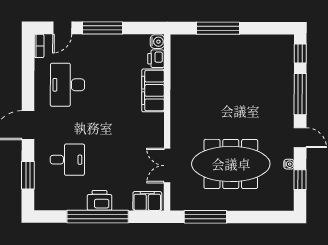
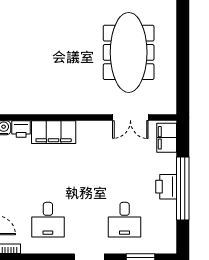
desk: (67, 85) -> (48, 220), width x0.73
desk: (67, 160) -> (125, 220), turned 180
window: (205, 217) -> (183, 78), removed

